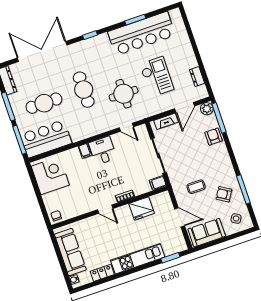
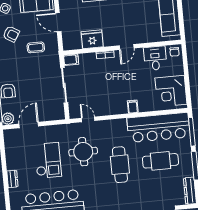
checkout: (157, 77) -> (48, 160), turned 180
dresser: (197, 77) -> (12, 179), moved
fireplace: (166, 121) -> (49, 116), removed
bar counter: (46, 139) -> (158, 128), width x1.36
desk: (103, 151) -> (155, 58), moved, turned 180
door: (105, 209) -> (127, 47), swing flipped

